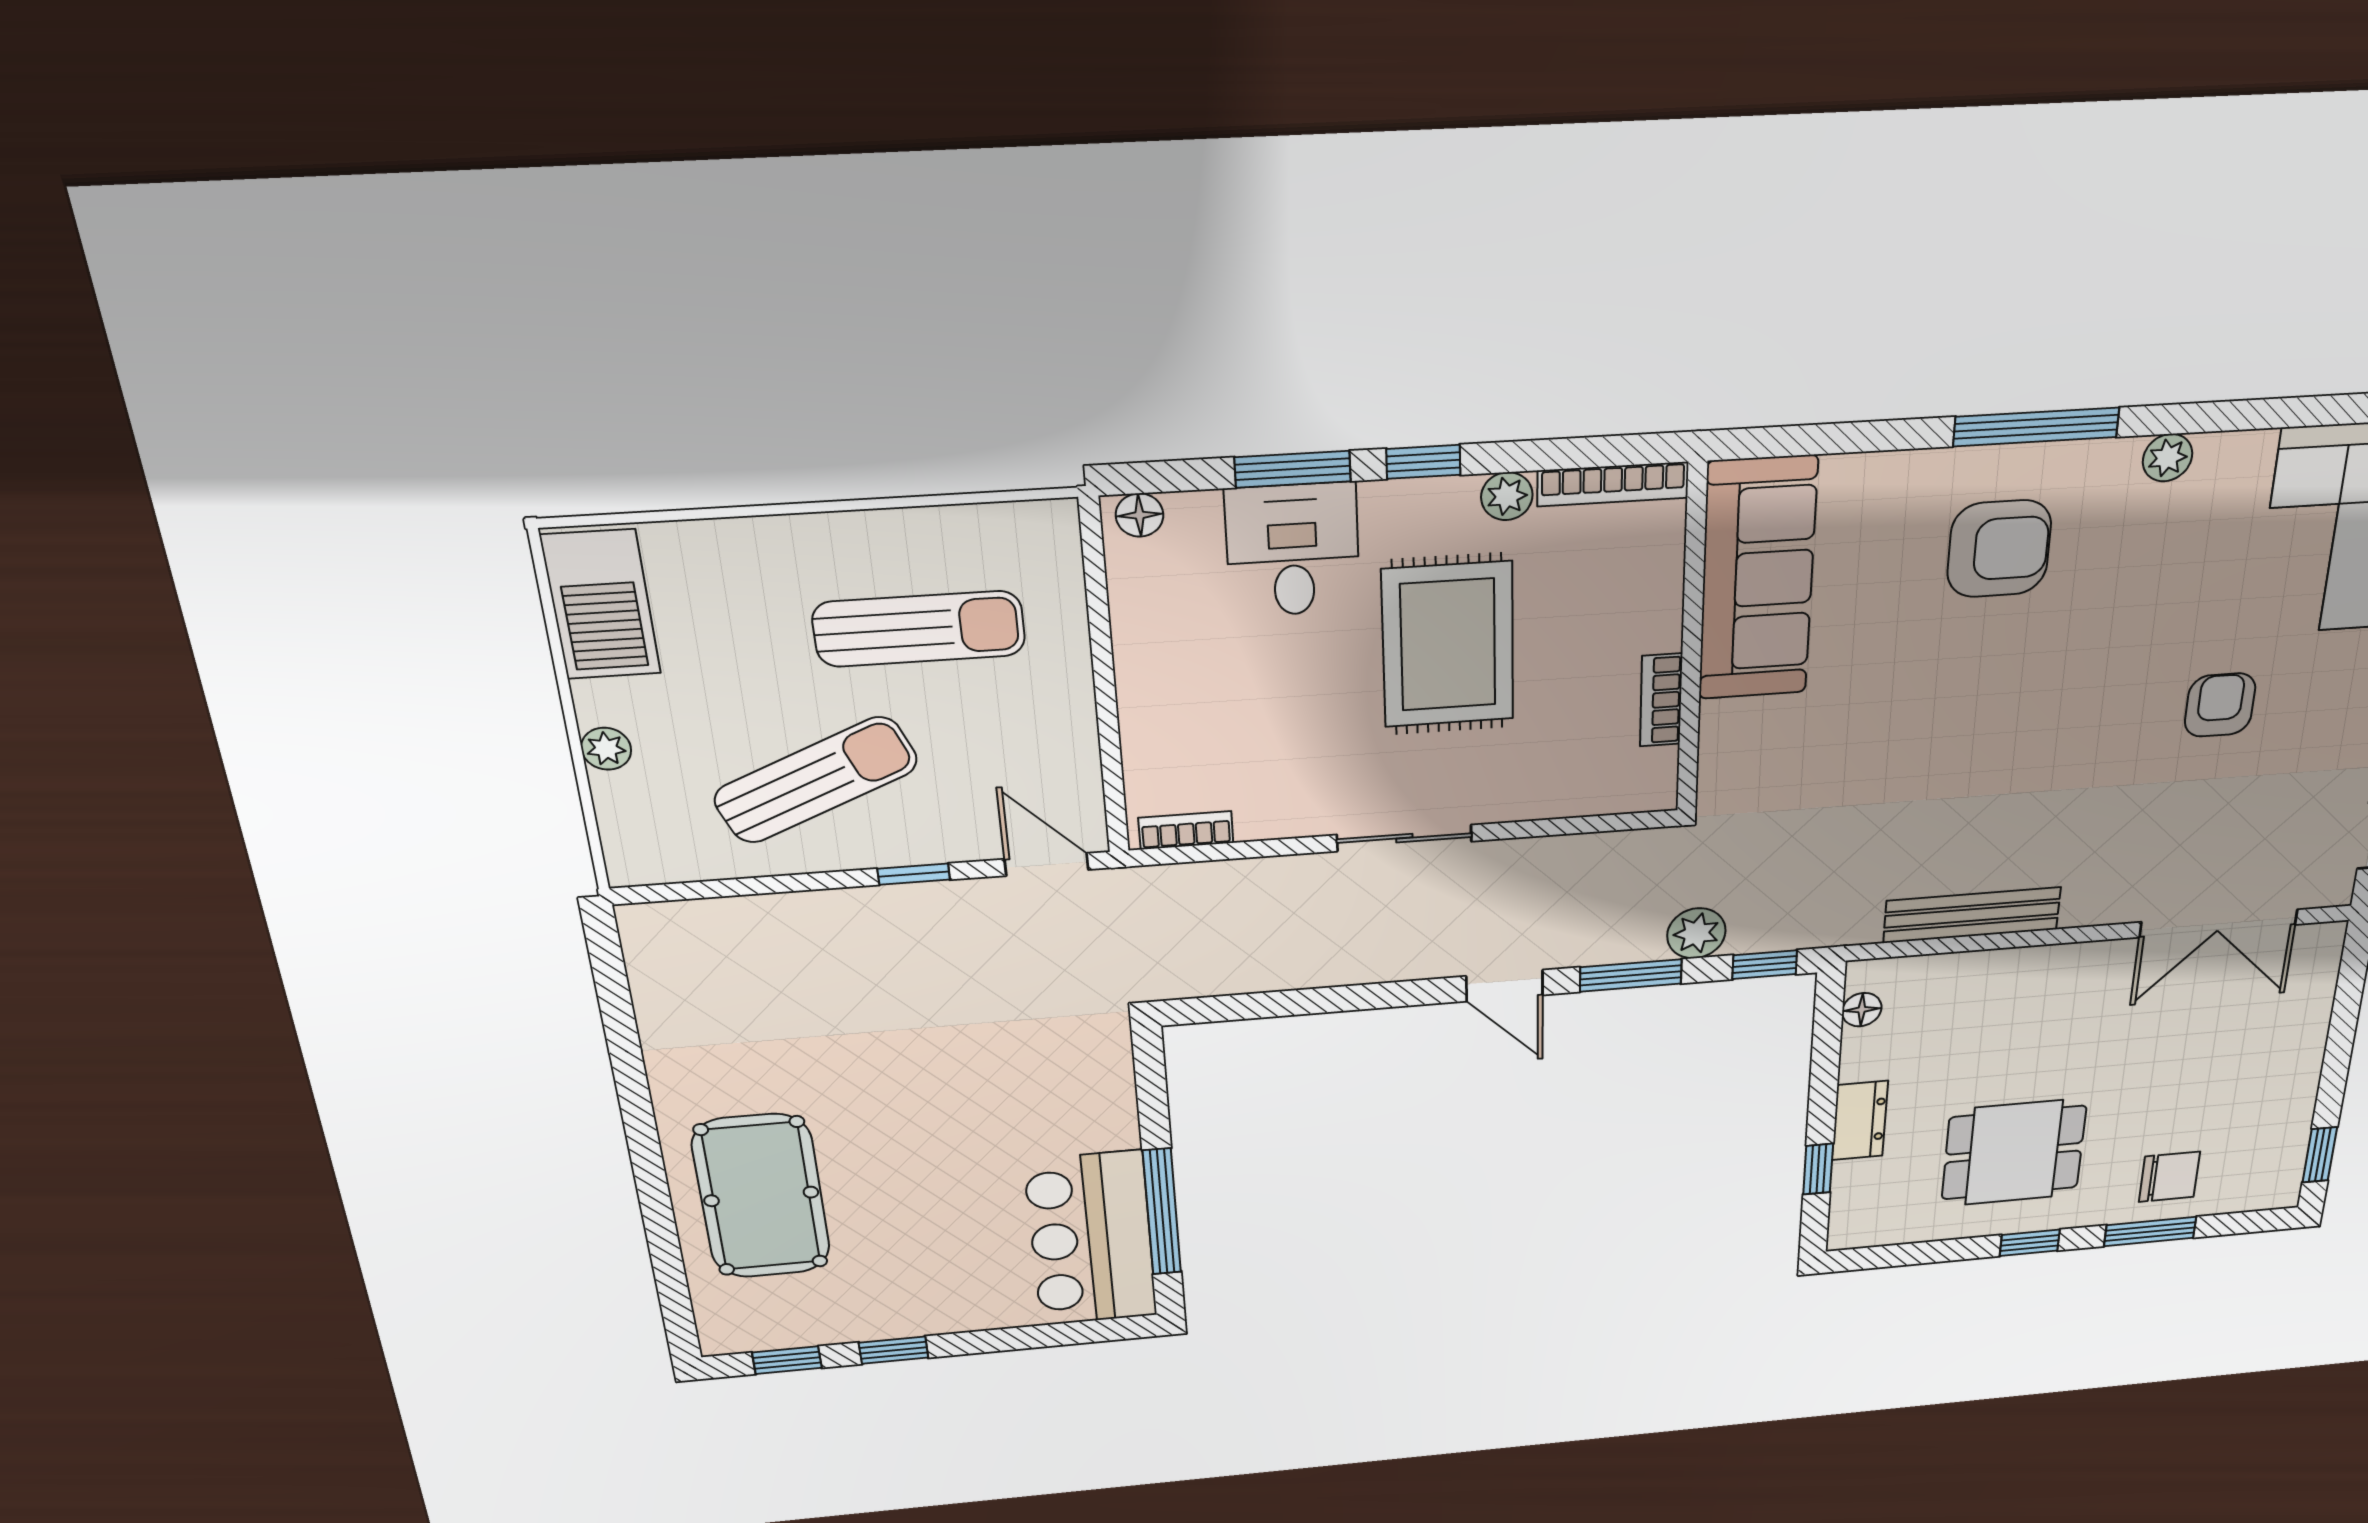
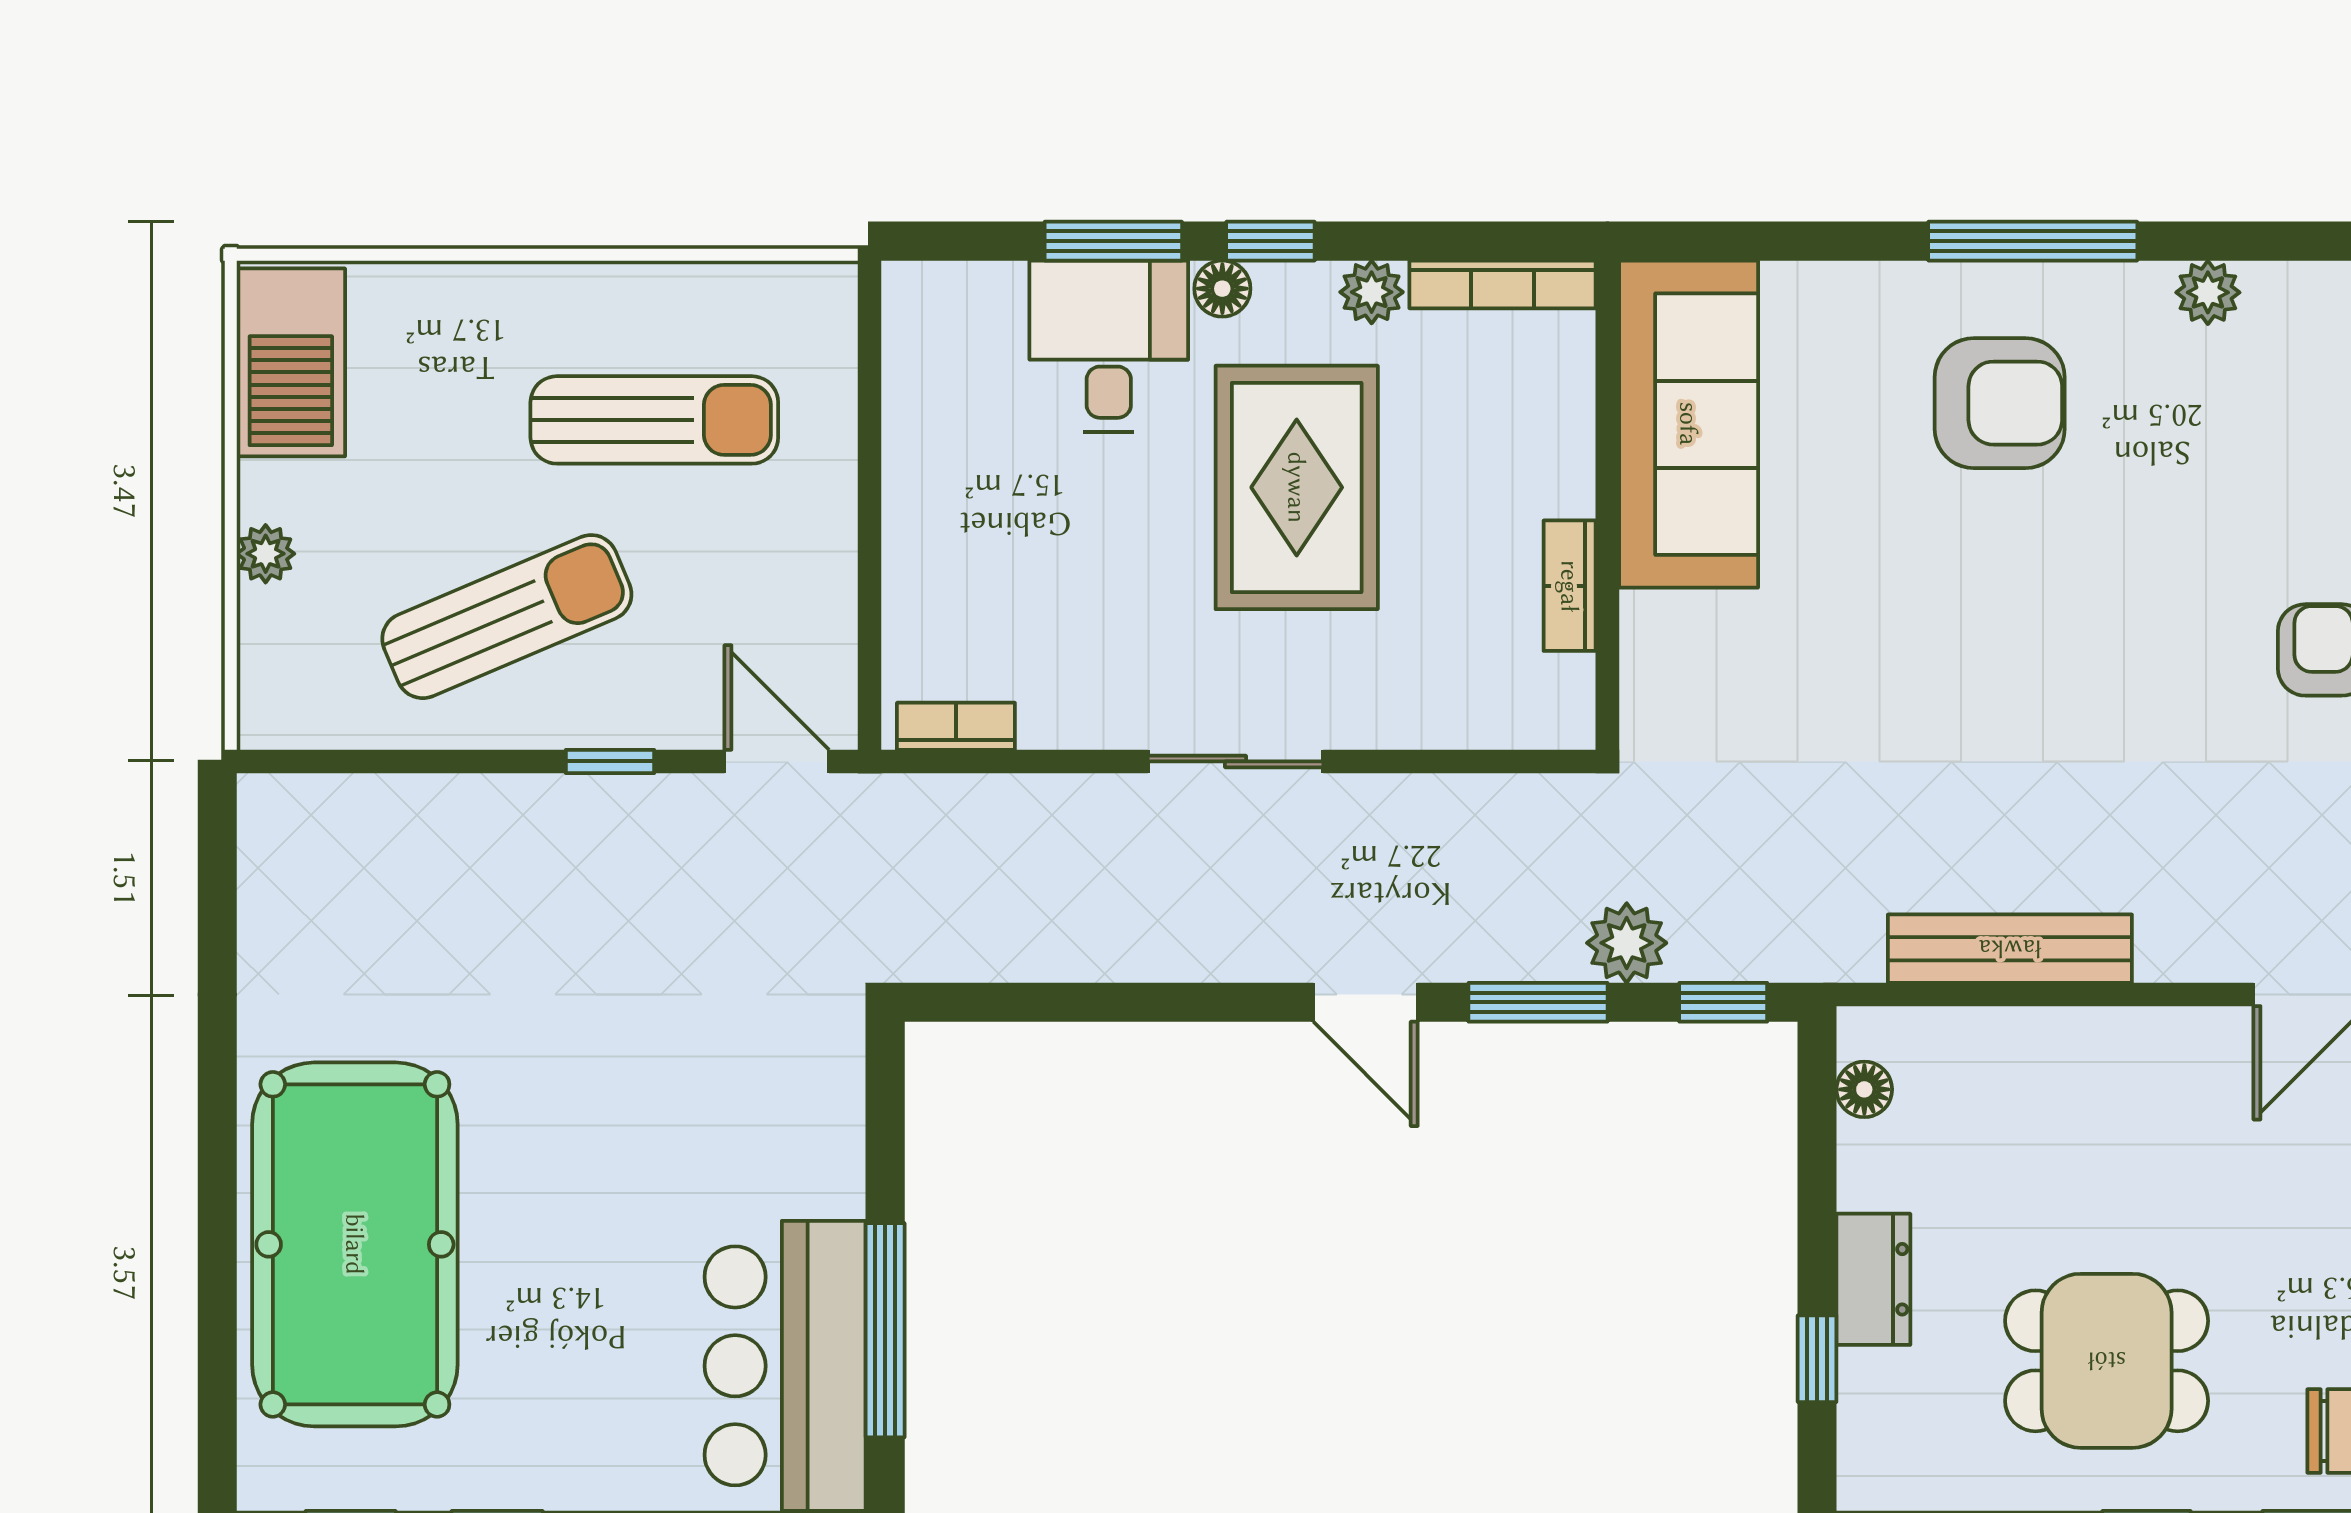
floor lamp: (1140, 515) -> (1222, 289), moved
pool table: (761, 1196) -> (355, 1244), width x1.36, depth x1.32

